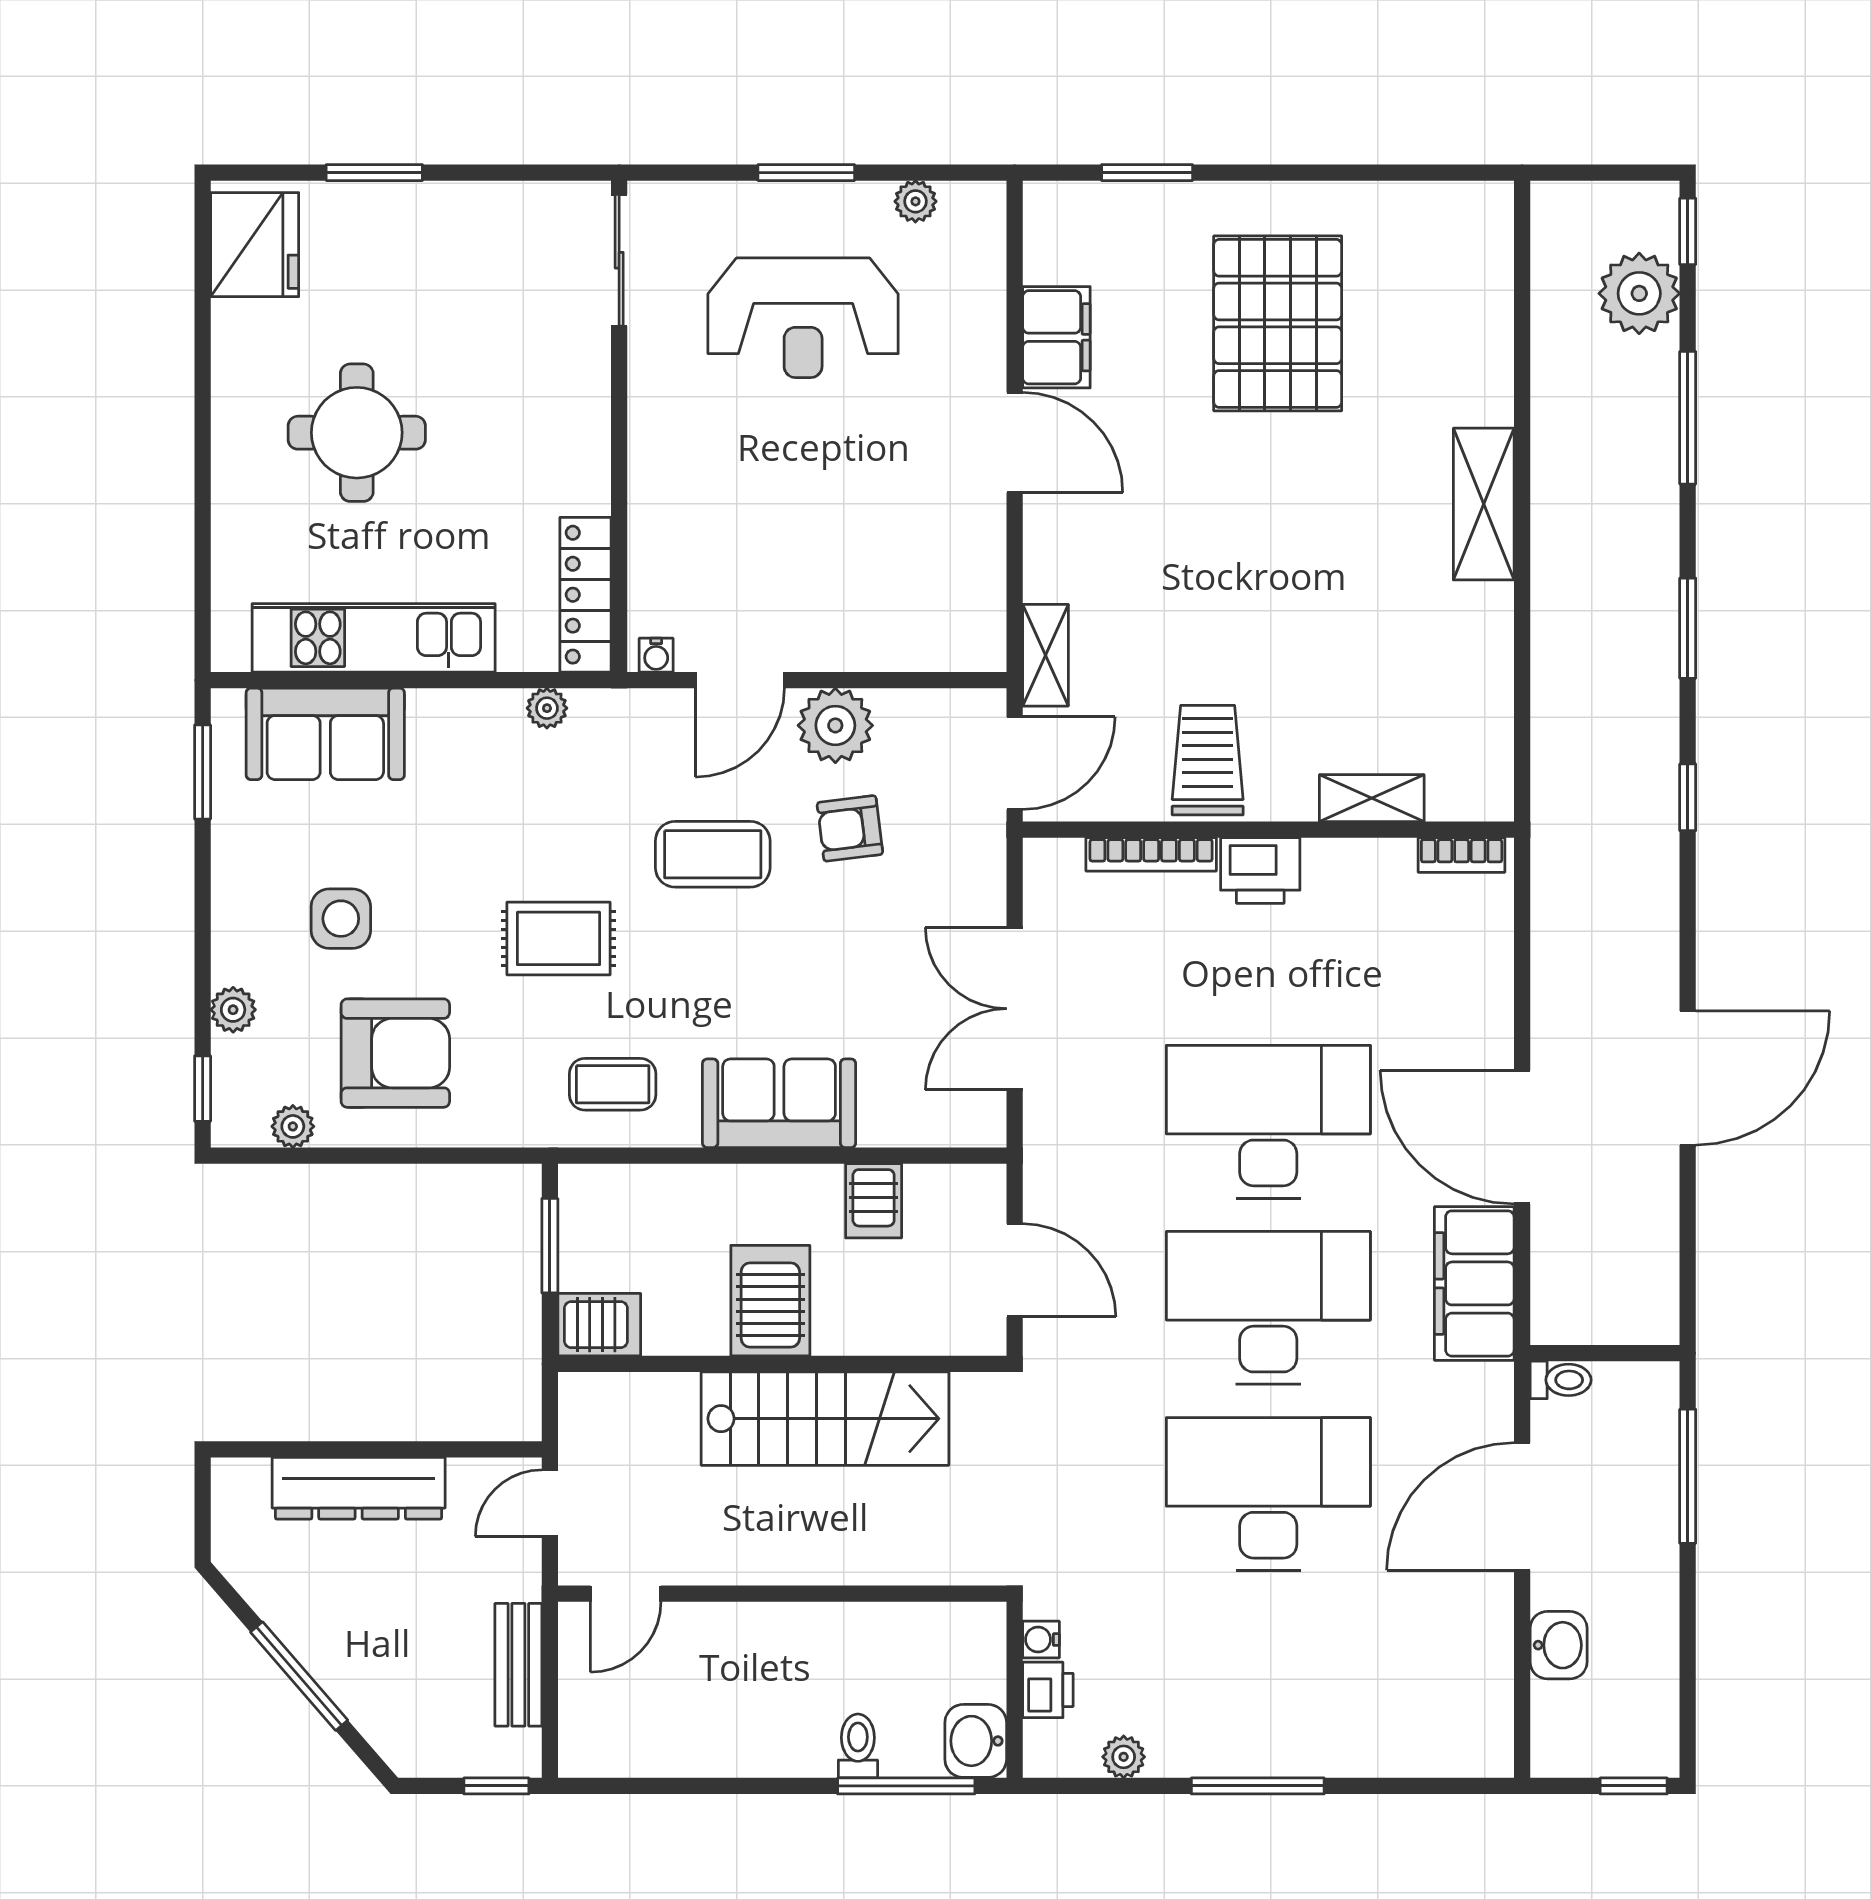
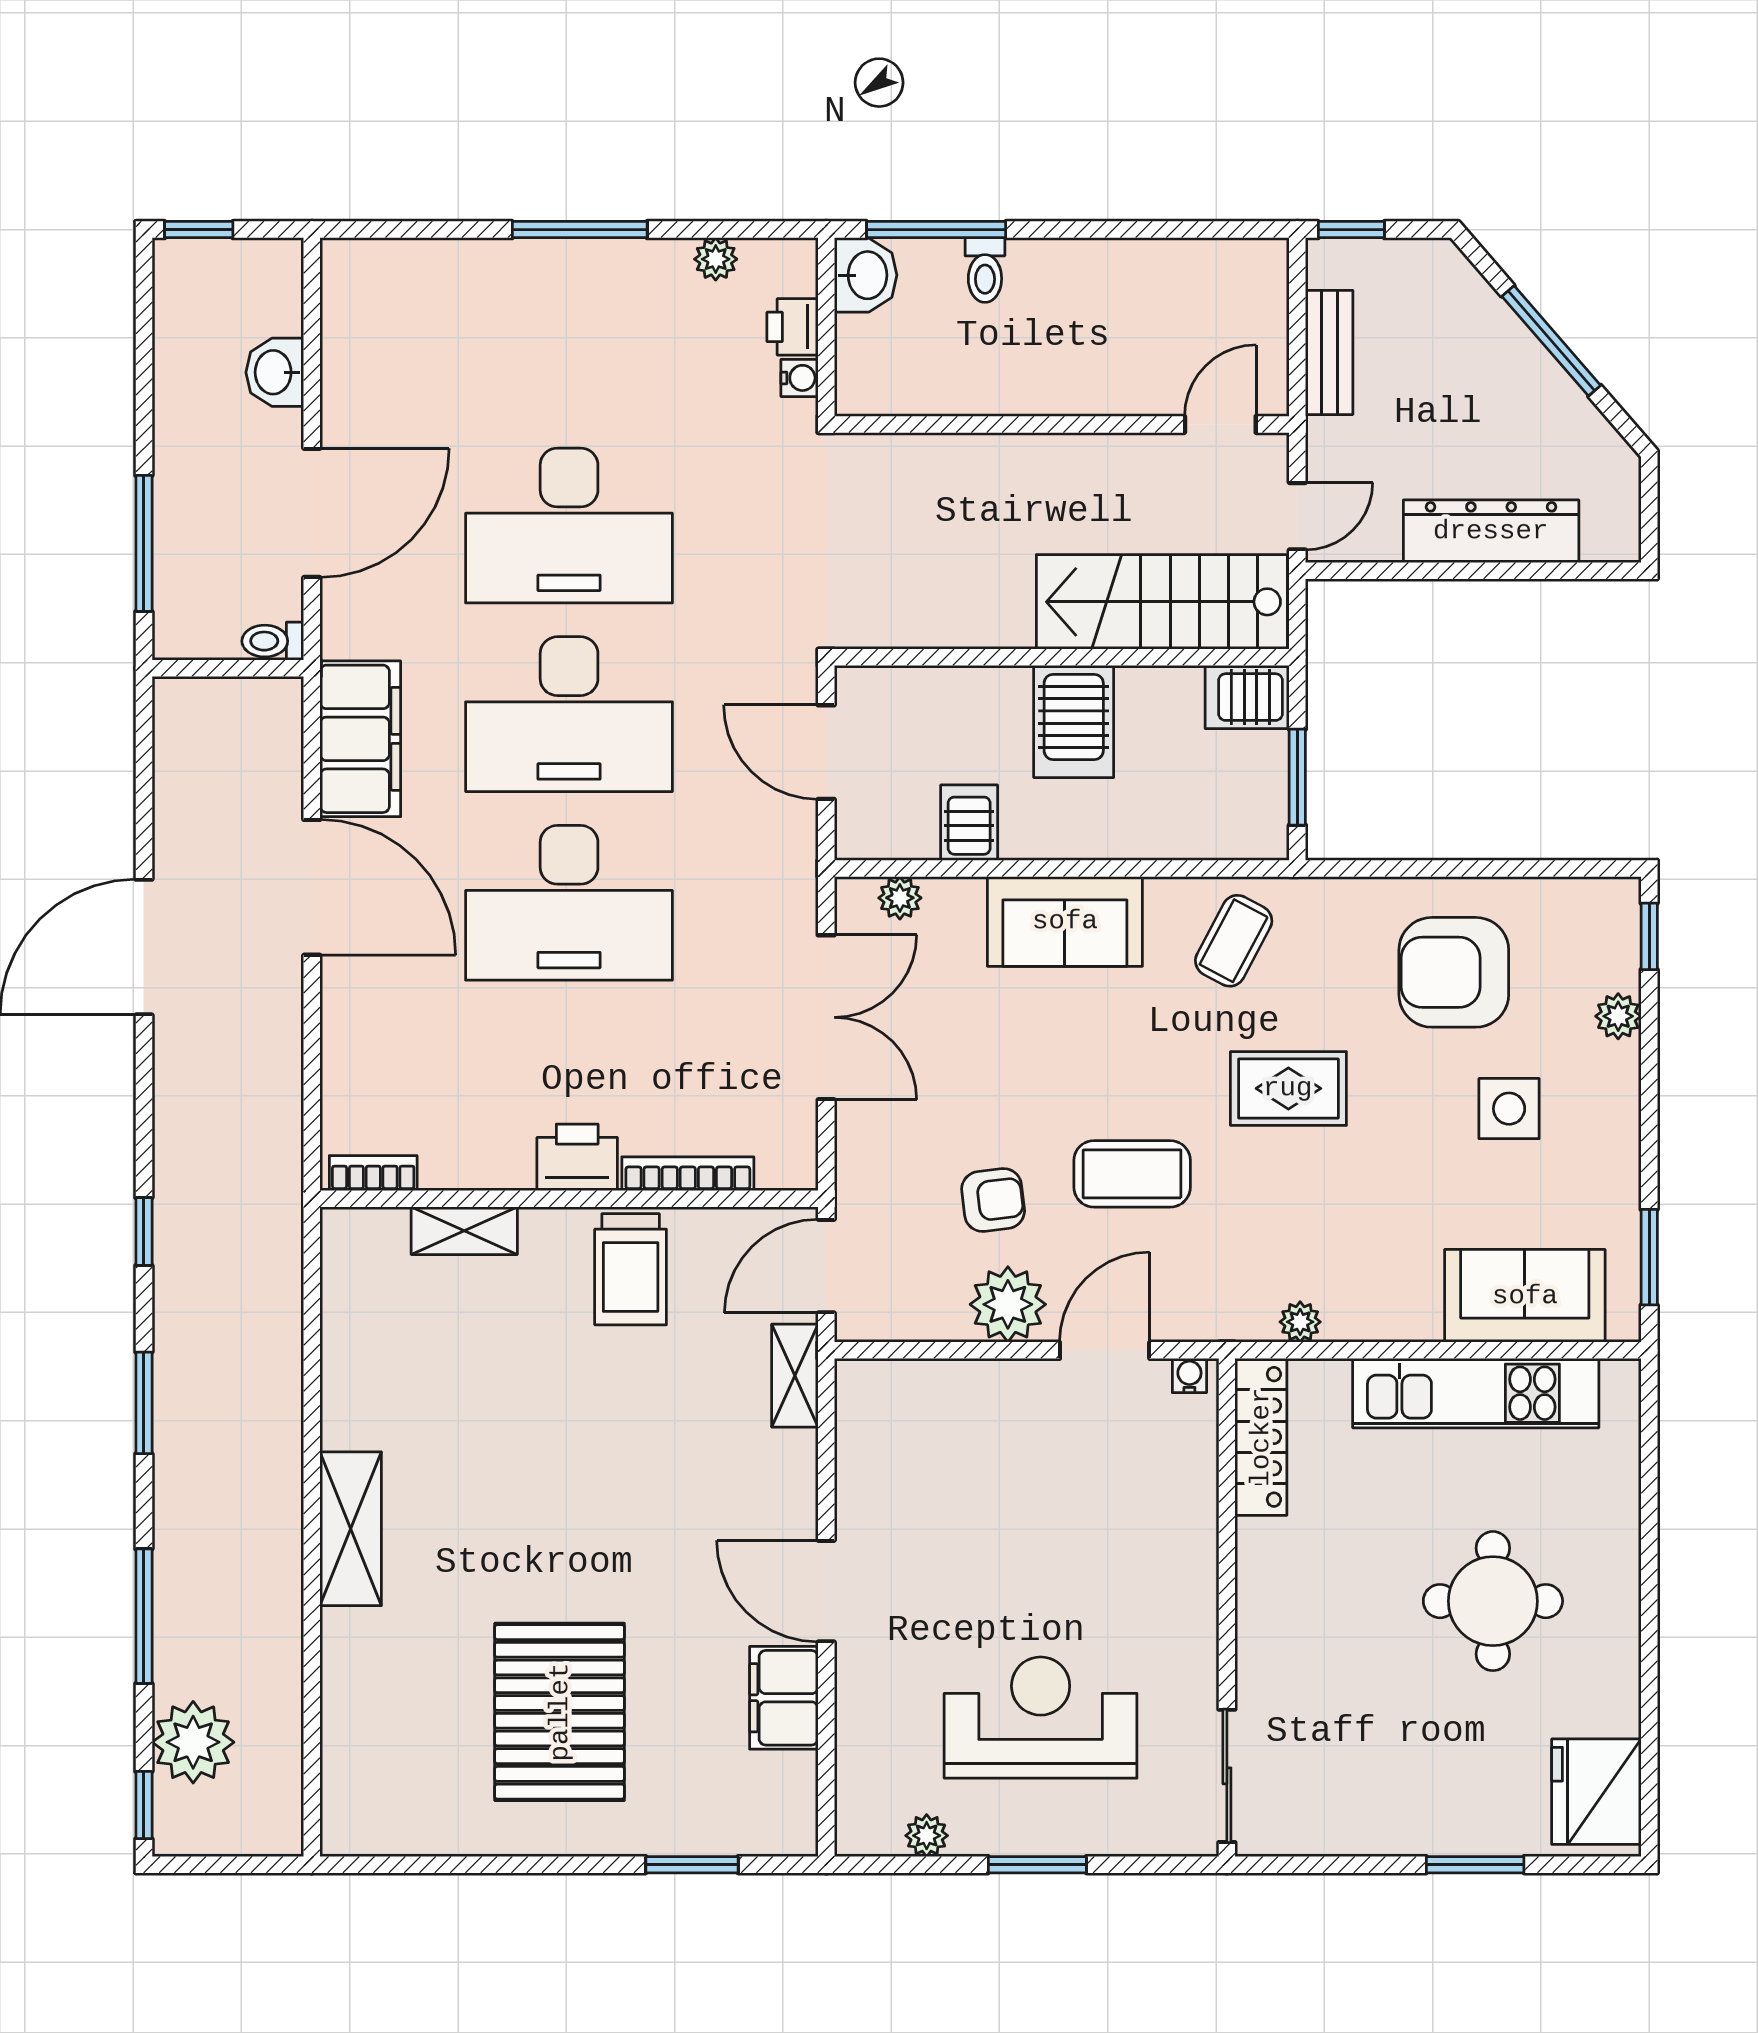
coffee table: (613, 1084) -> (1234, 941), turned -62
plant: (293, 1126) -> (900, 898), moved
stairs: (825, 1419) -> (1162, 602), moved

